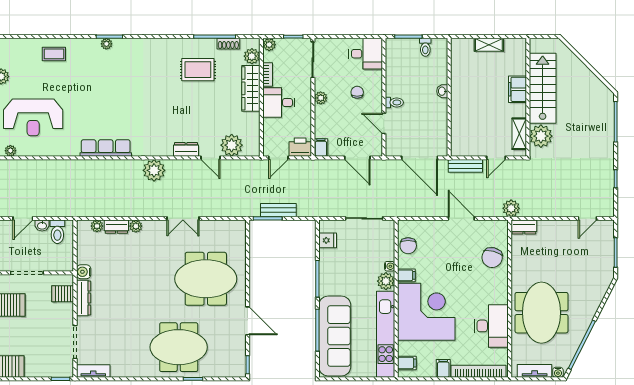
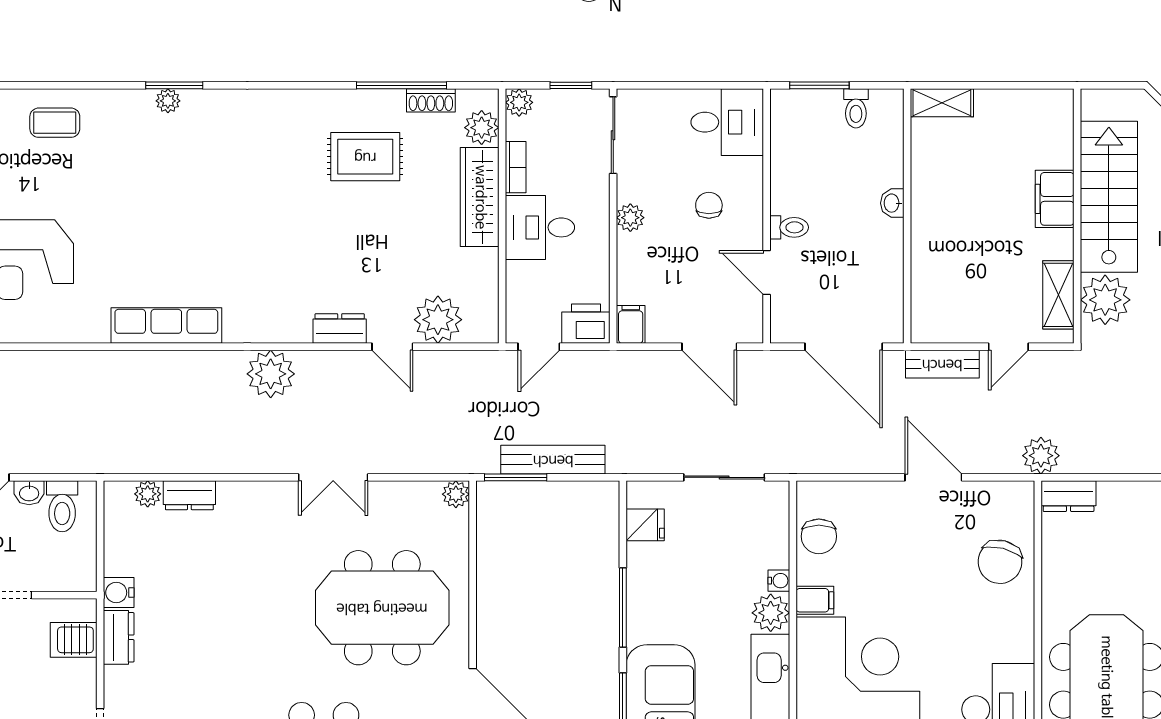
shelving: (489, 45) -> (942, 103), moved
bench: (278, 210) -> (553, 460), width x1.36
plant: (136, 226) -> (456, 494), moved
dresser: (84, 298) -> (119, 637), width x0.70

